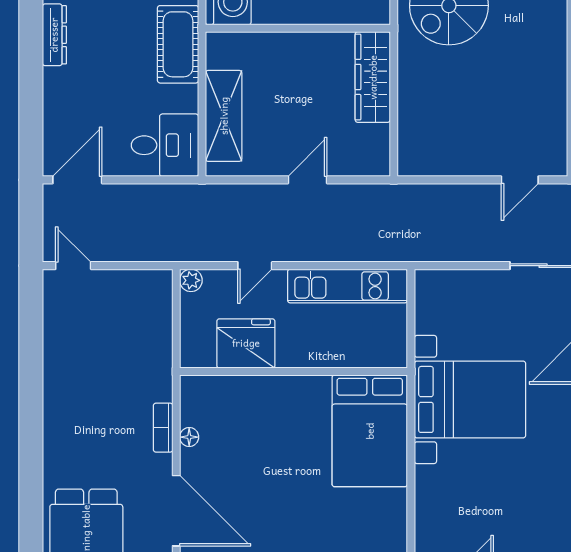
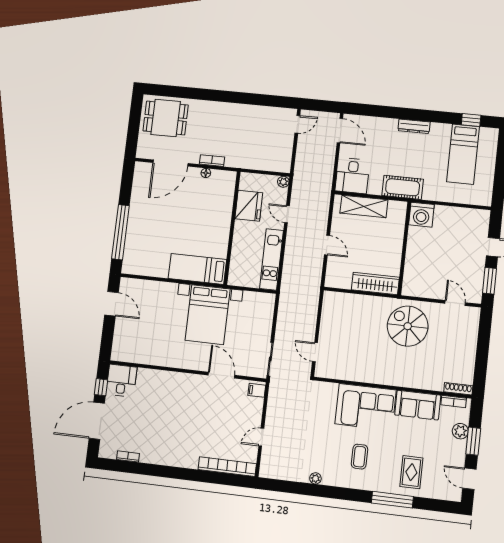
bed: (370, 431) -> (197, 269), width x0.67

